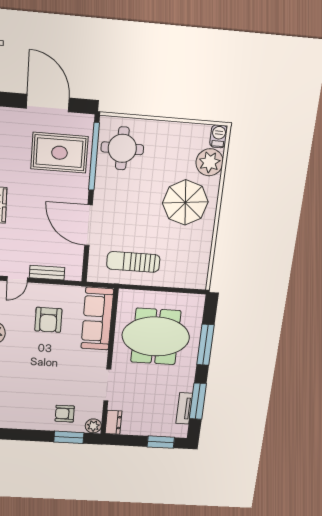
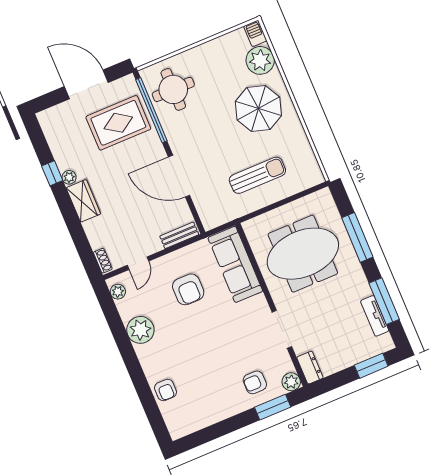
sun lounger: (133, 262) -> (257, 175), moved, turned 180
bench: (47, 273) -> (179, 235), moved

